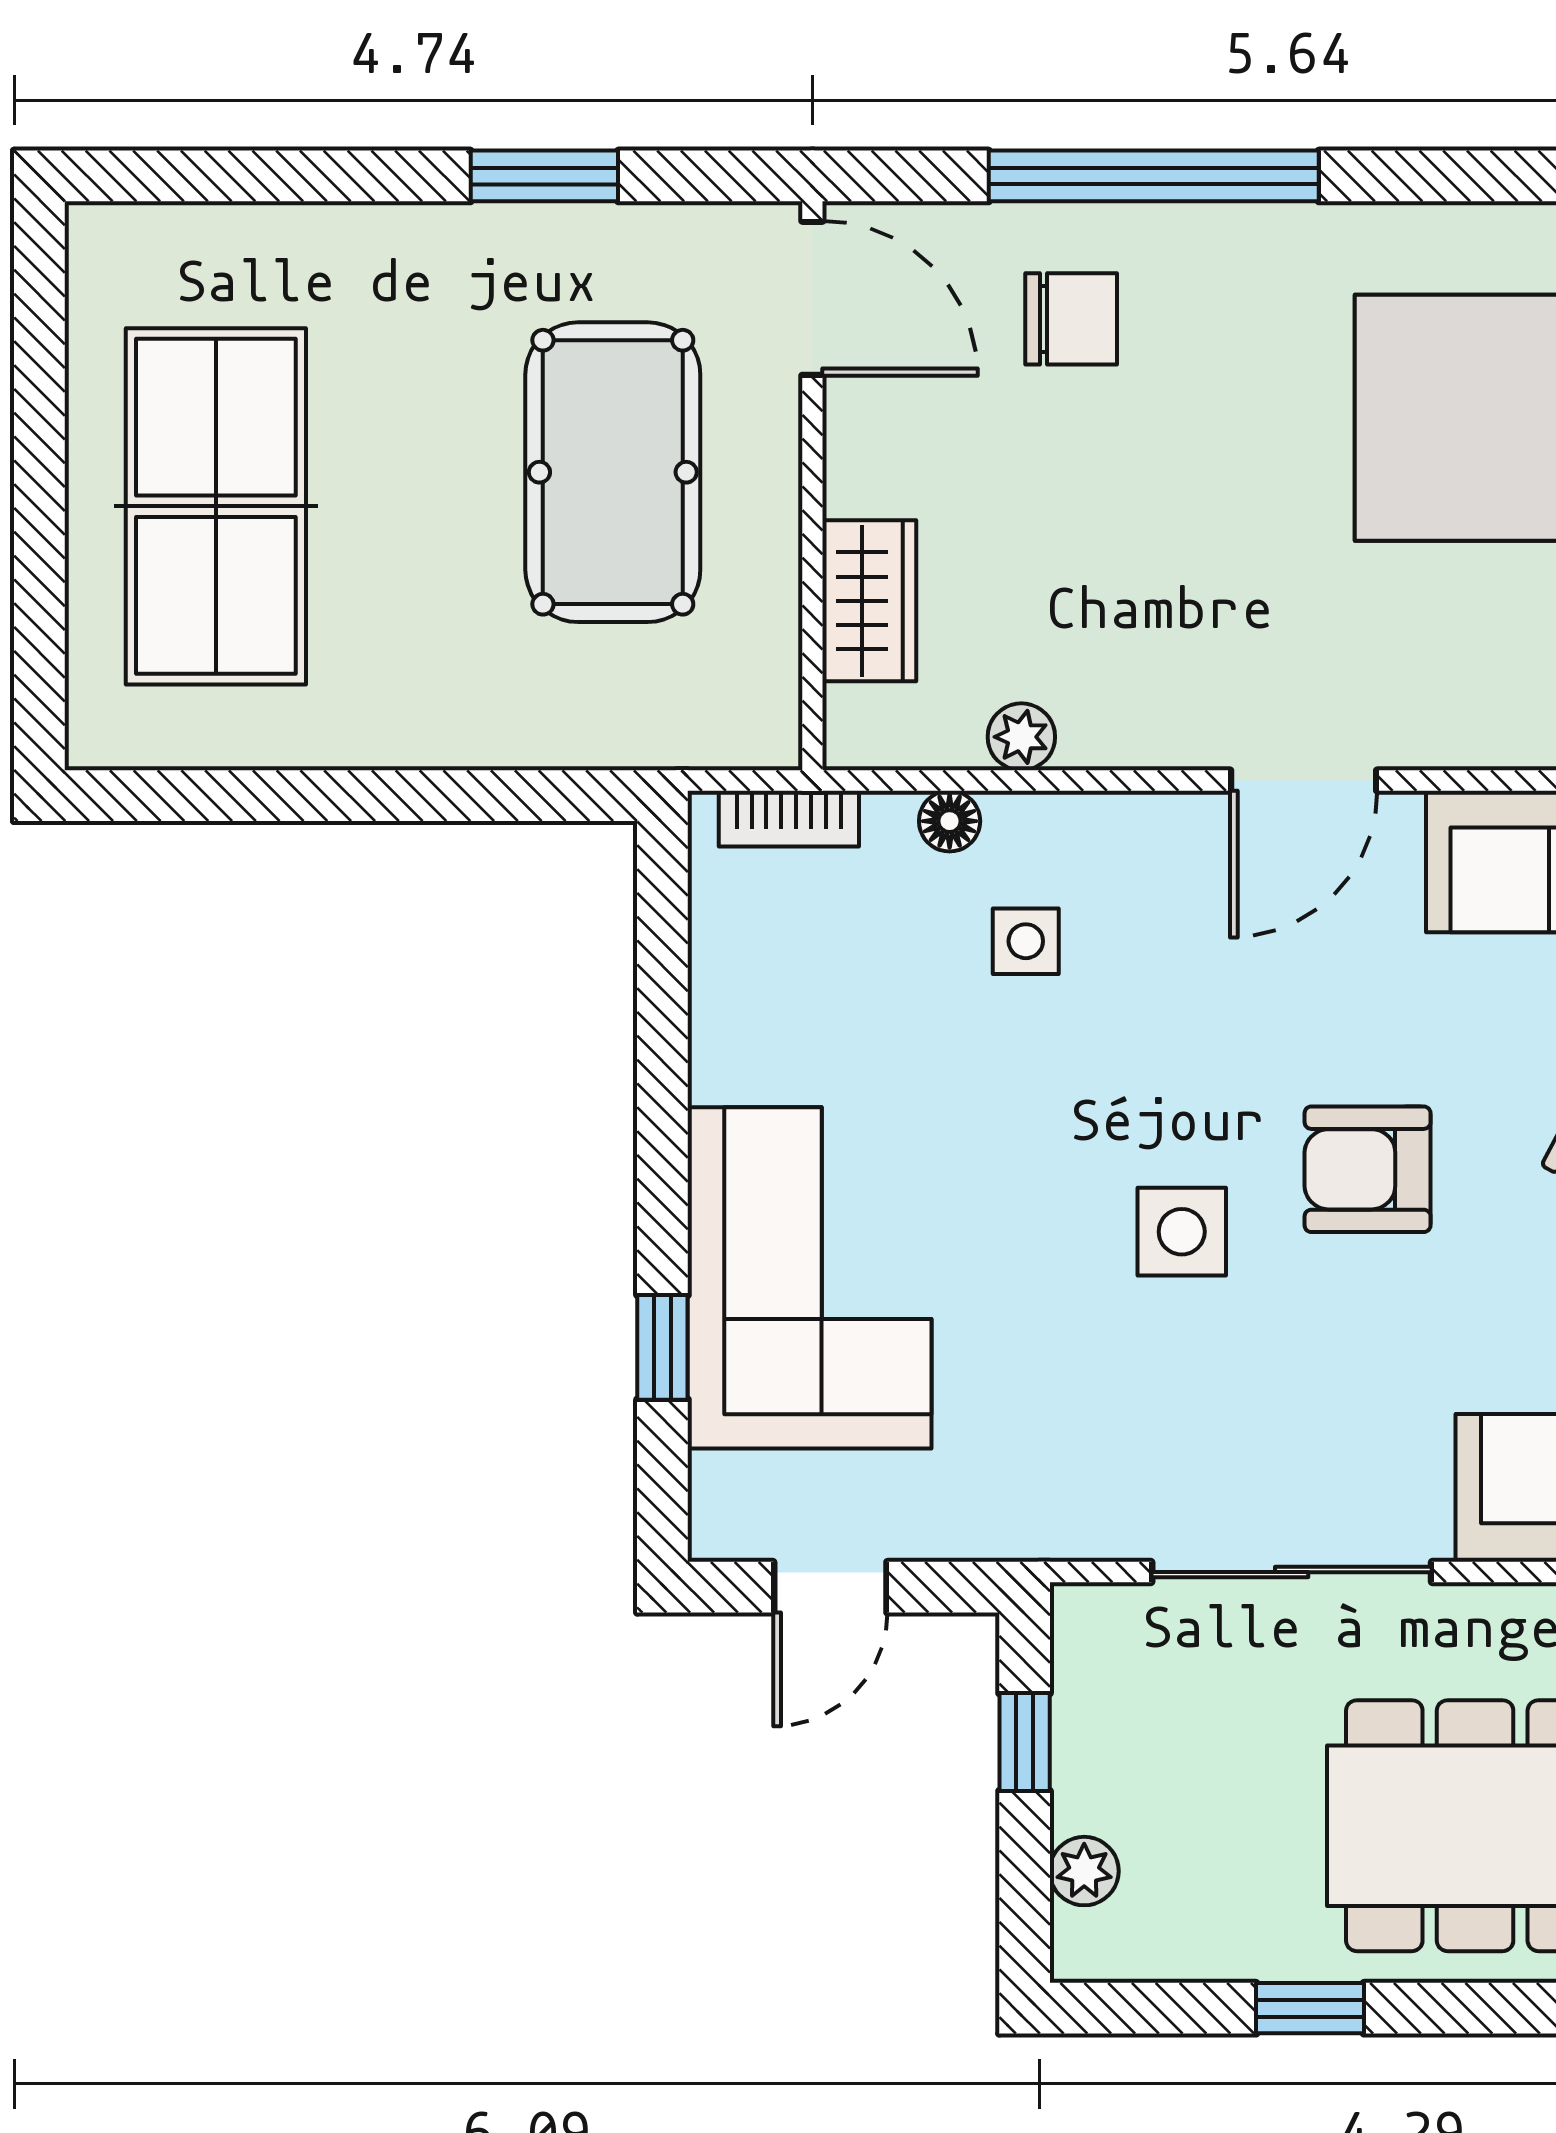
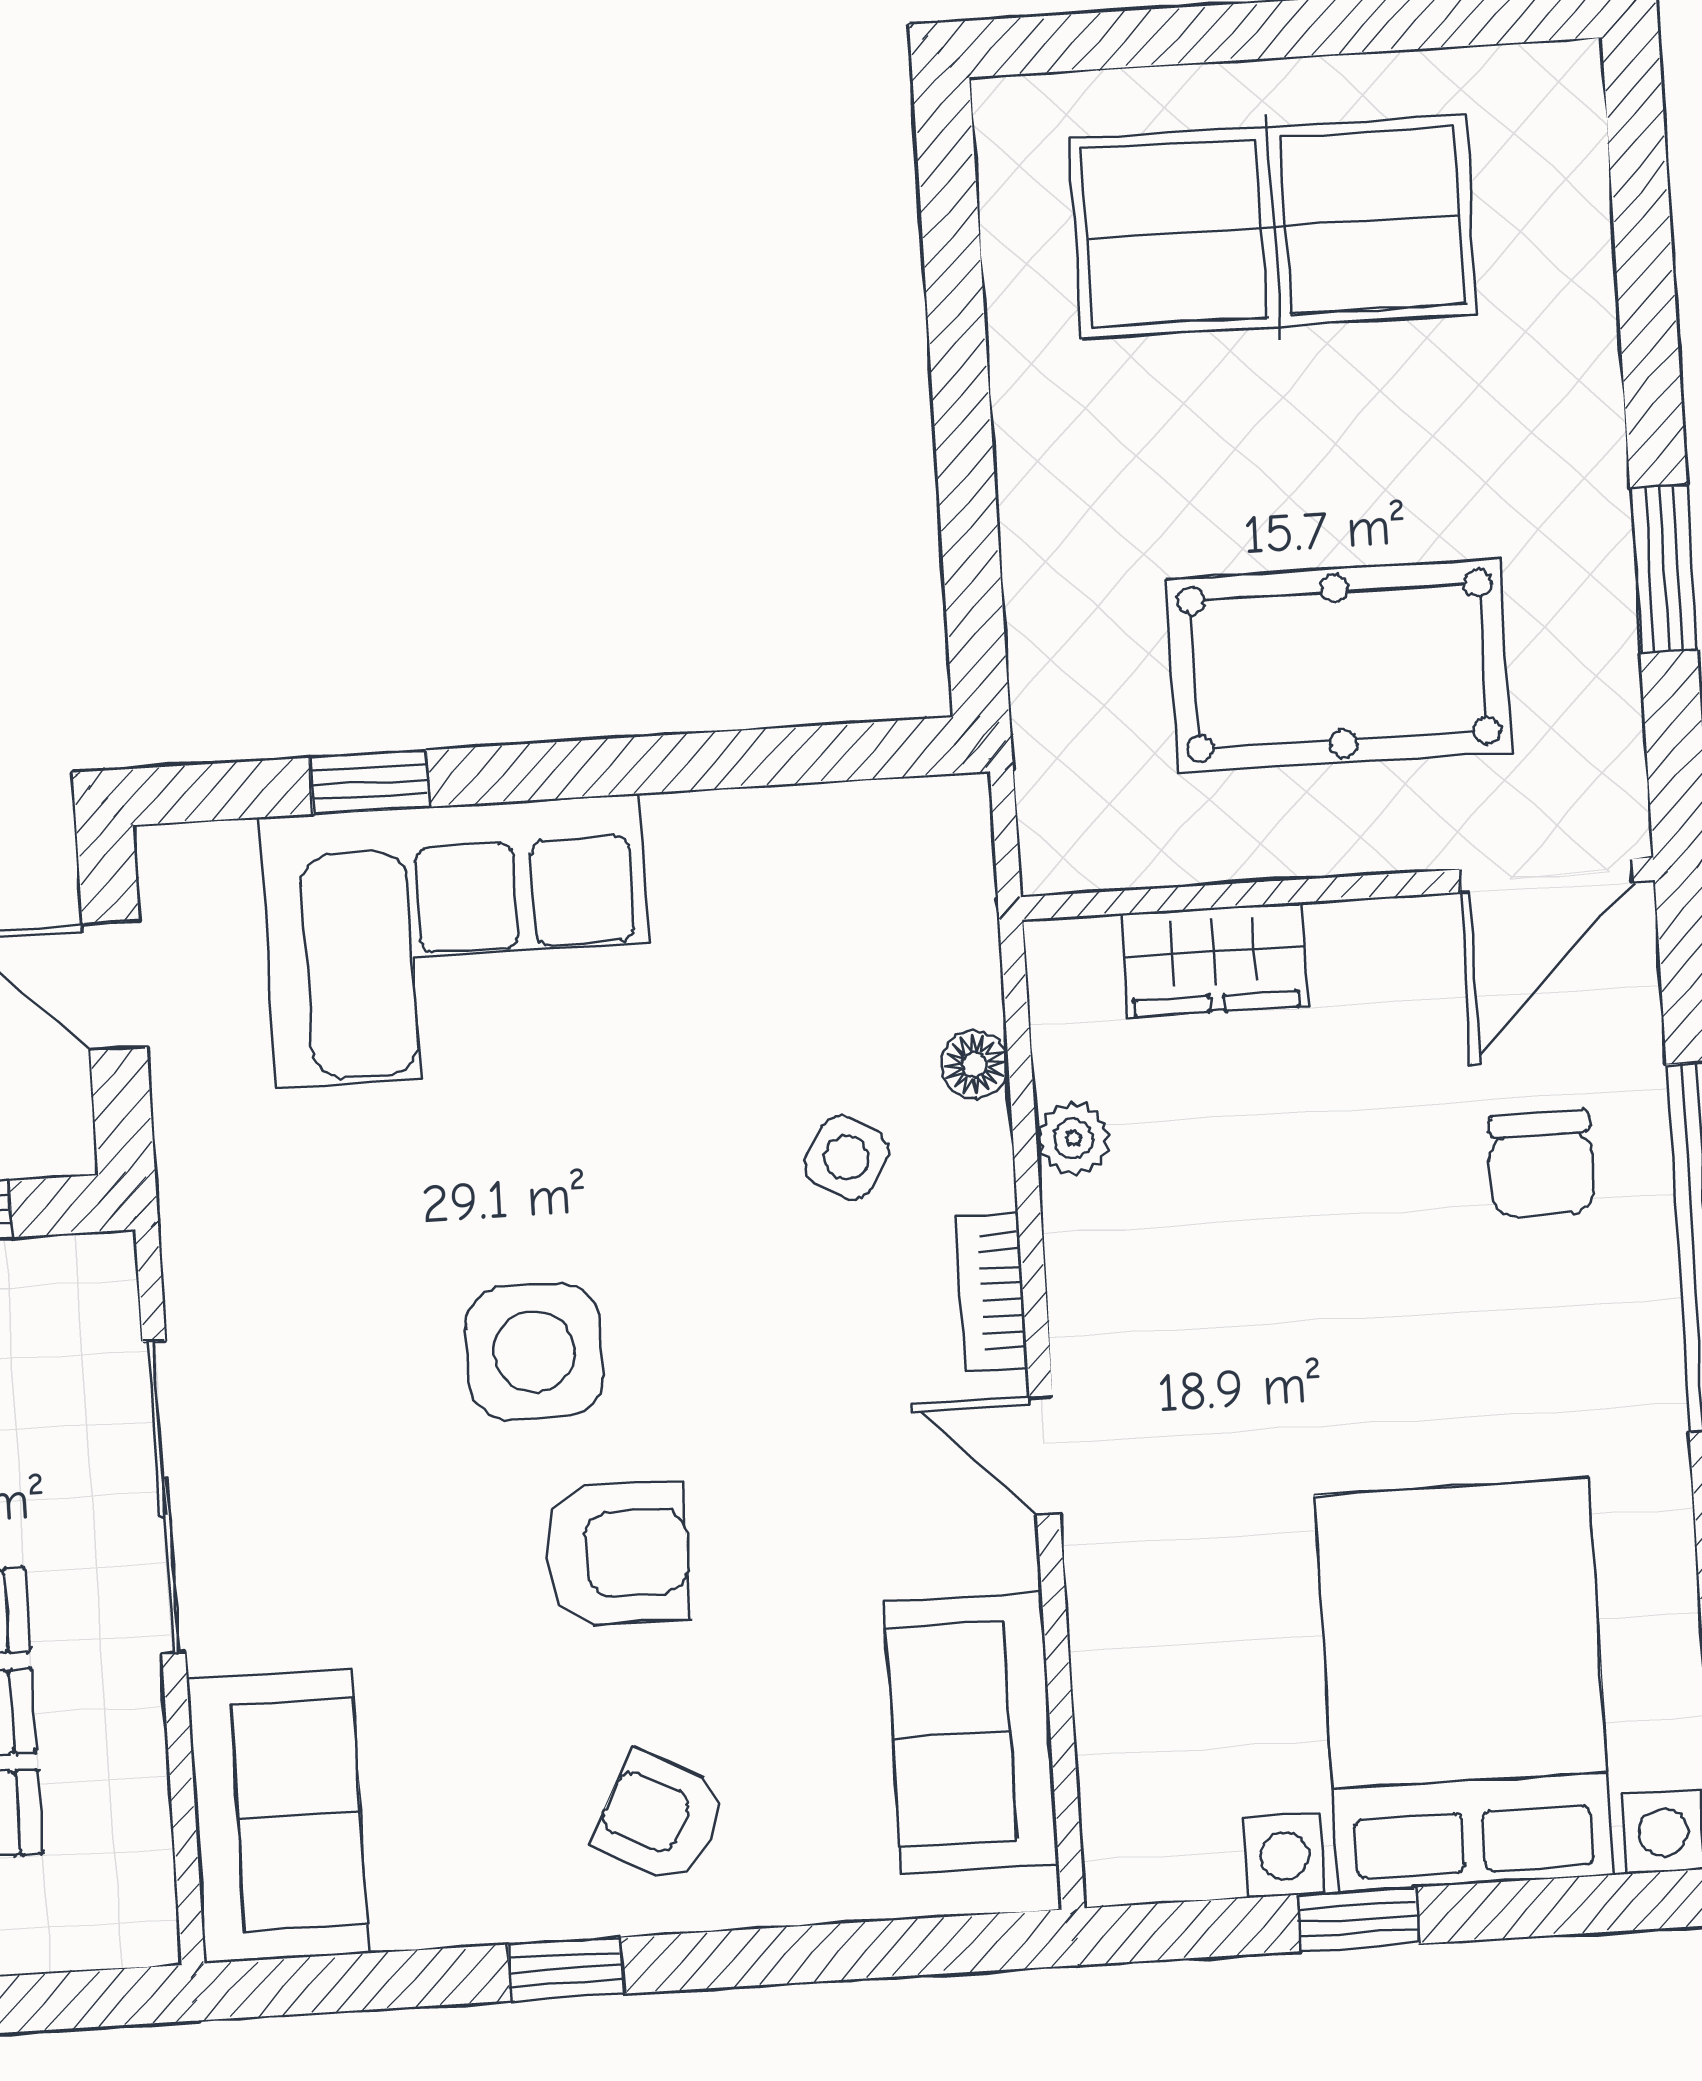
door: (1304, 781) -> (1045, 1455), width x0.73
bookcase: (789, 819) -> (992, 1292), moved
side table: (1026, 941) -> (846, 1158), turned 31
armchair: (1368, 1169) -> (617, 1554), turned 90
side table: (1182, 1232) -> (534, 1351), width x1.37, depth x1.37

